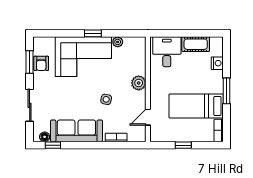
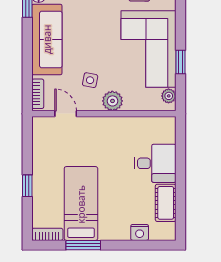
plant: (139, 83) -> (112, 101), moved
wall: (148, 89) -> (104, 114), moved
window: (226, 91) -> (83, 245), moved
door: (148, 117) -> (66, 114), moved

